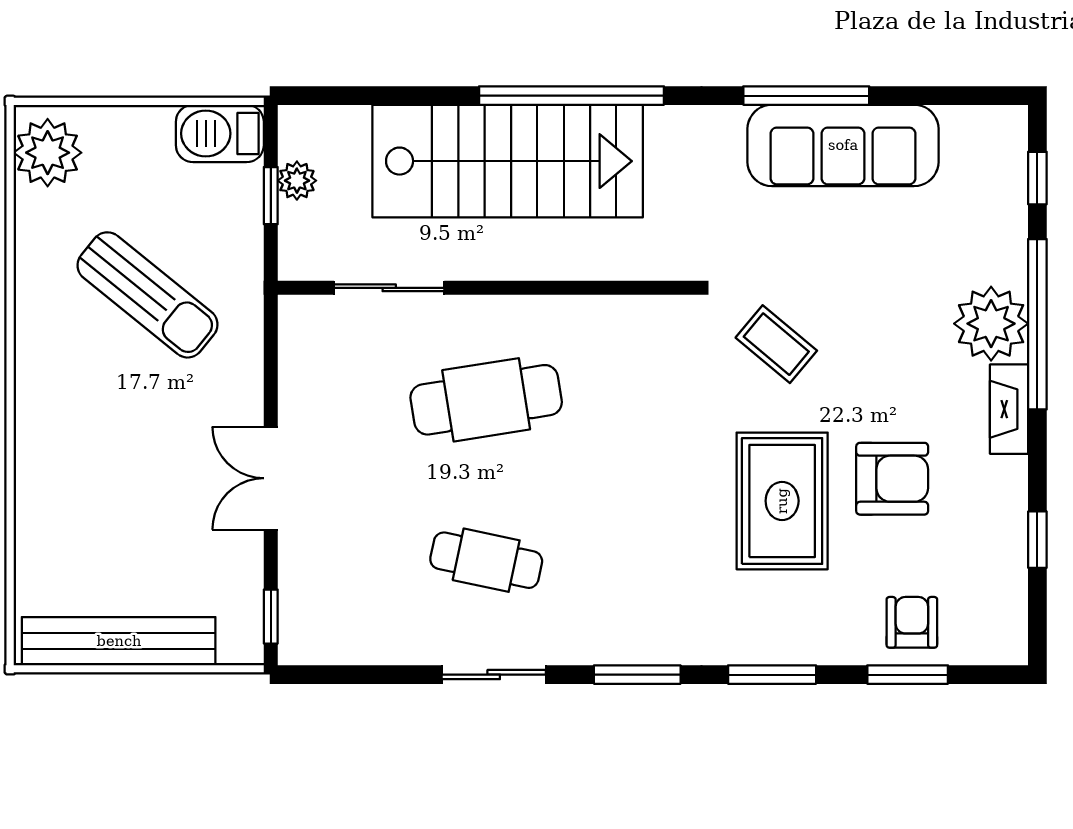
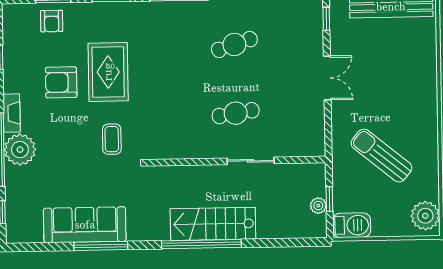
stairs: (508, 161) -> (213, 224), width x0.73, depth x0.66
sliding door: (389, 288) -> (251, 161), moved
coffee table: (776, 344) -> (112, 139), turned 50
cafe table: (486, 400) -> (236, 113), width x0.73, depth x0.74
cafe table: (486, 560) -> (234, 44), turned -30

